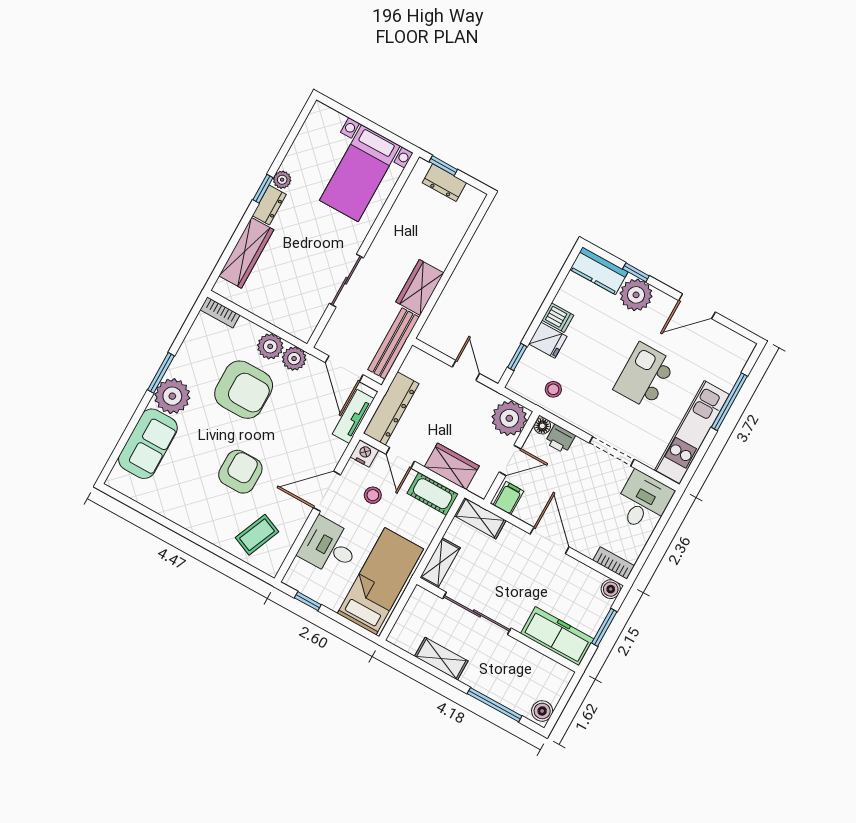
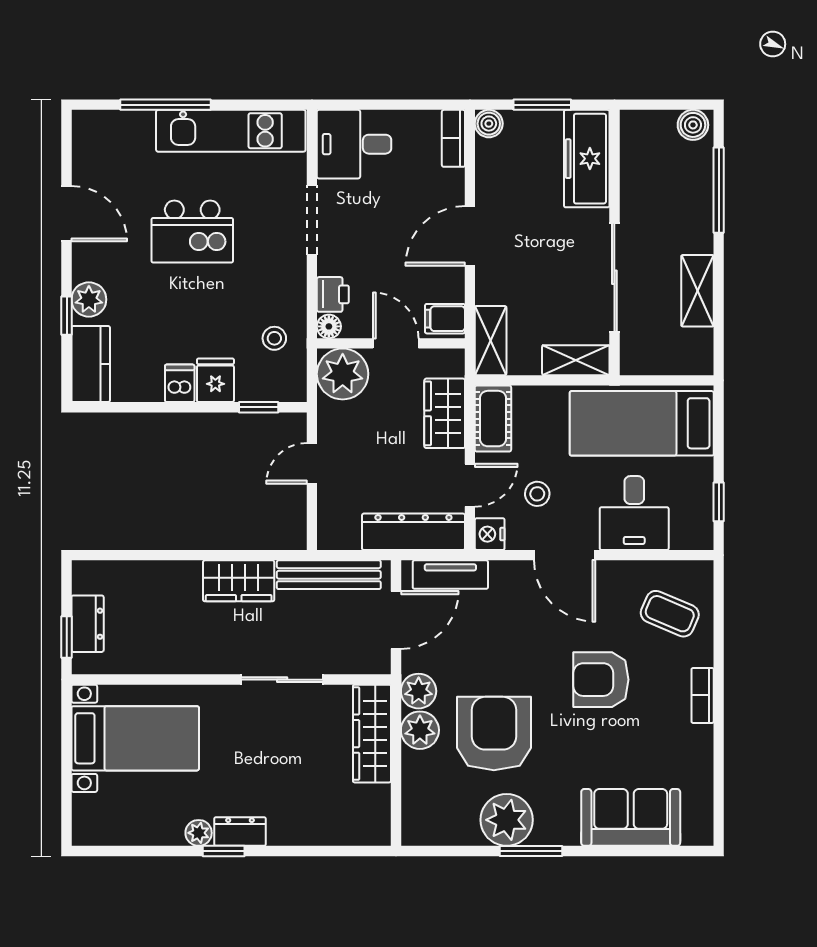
wardrobe: (246, 253) -> (372, 734), moved, turned -90
plant: (636, 295) -> (89, 299), width x0.73, depth x0.73
bookcase: (220, 312) -> (703, 695), moved, turned 180
plant: (172, 396) -> (507, 820), moved

